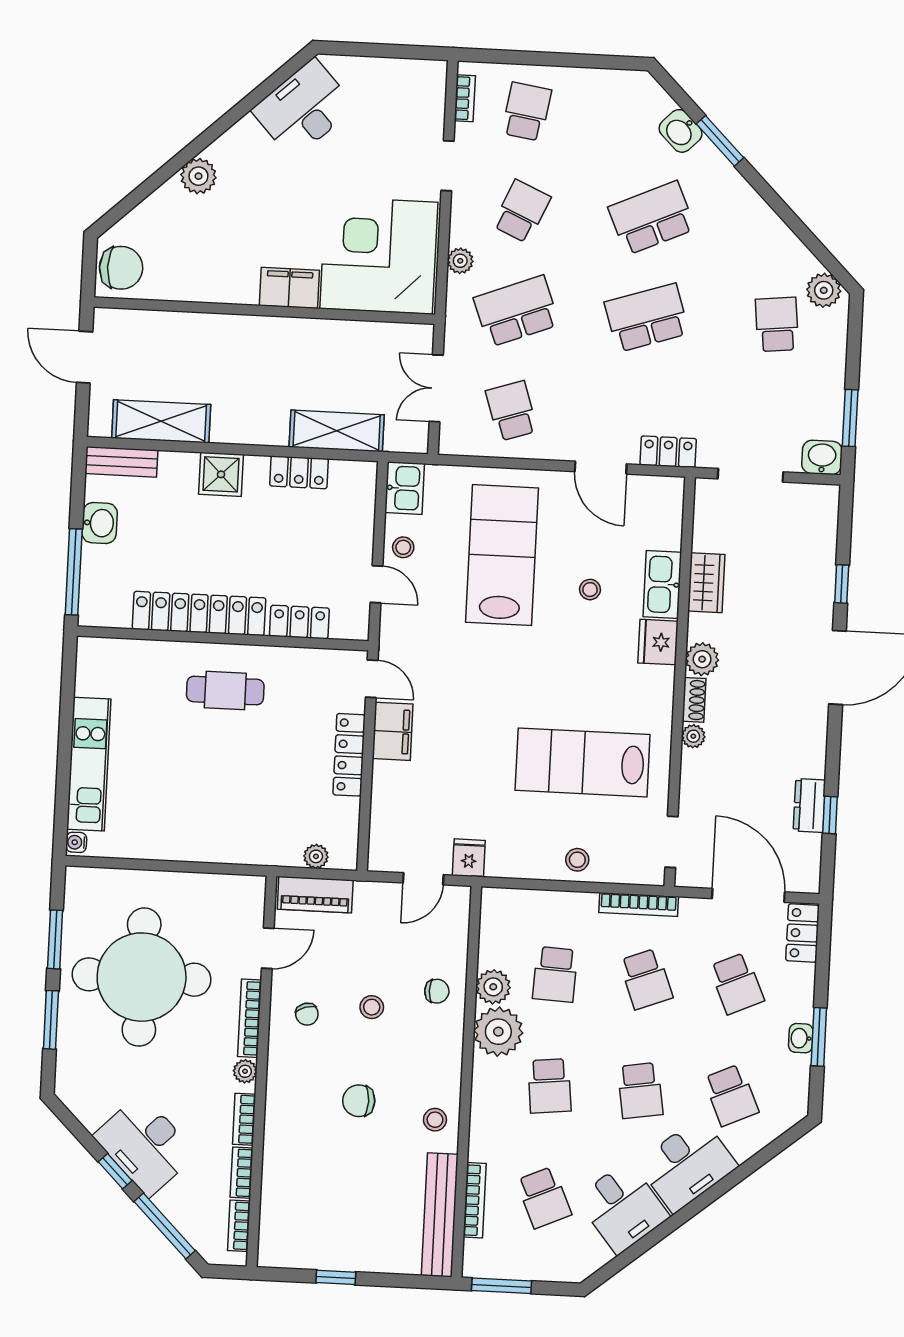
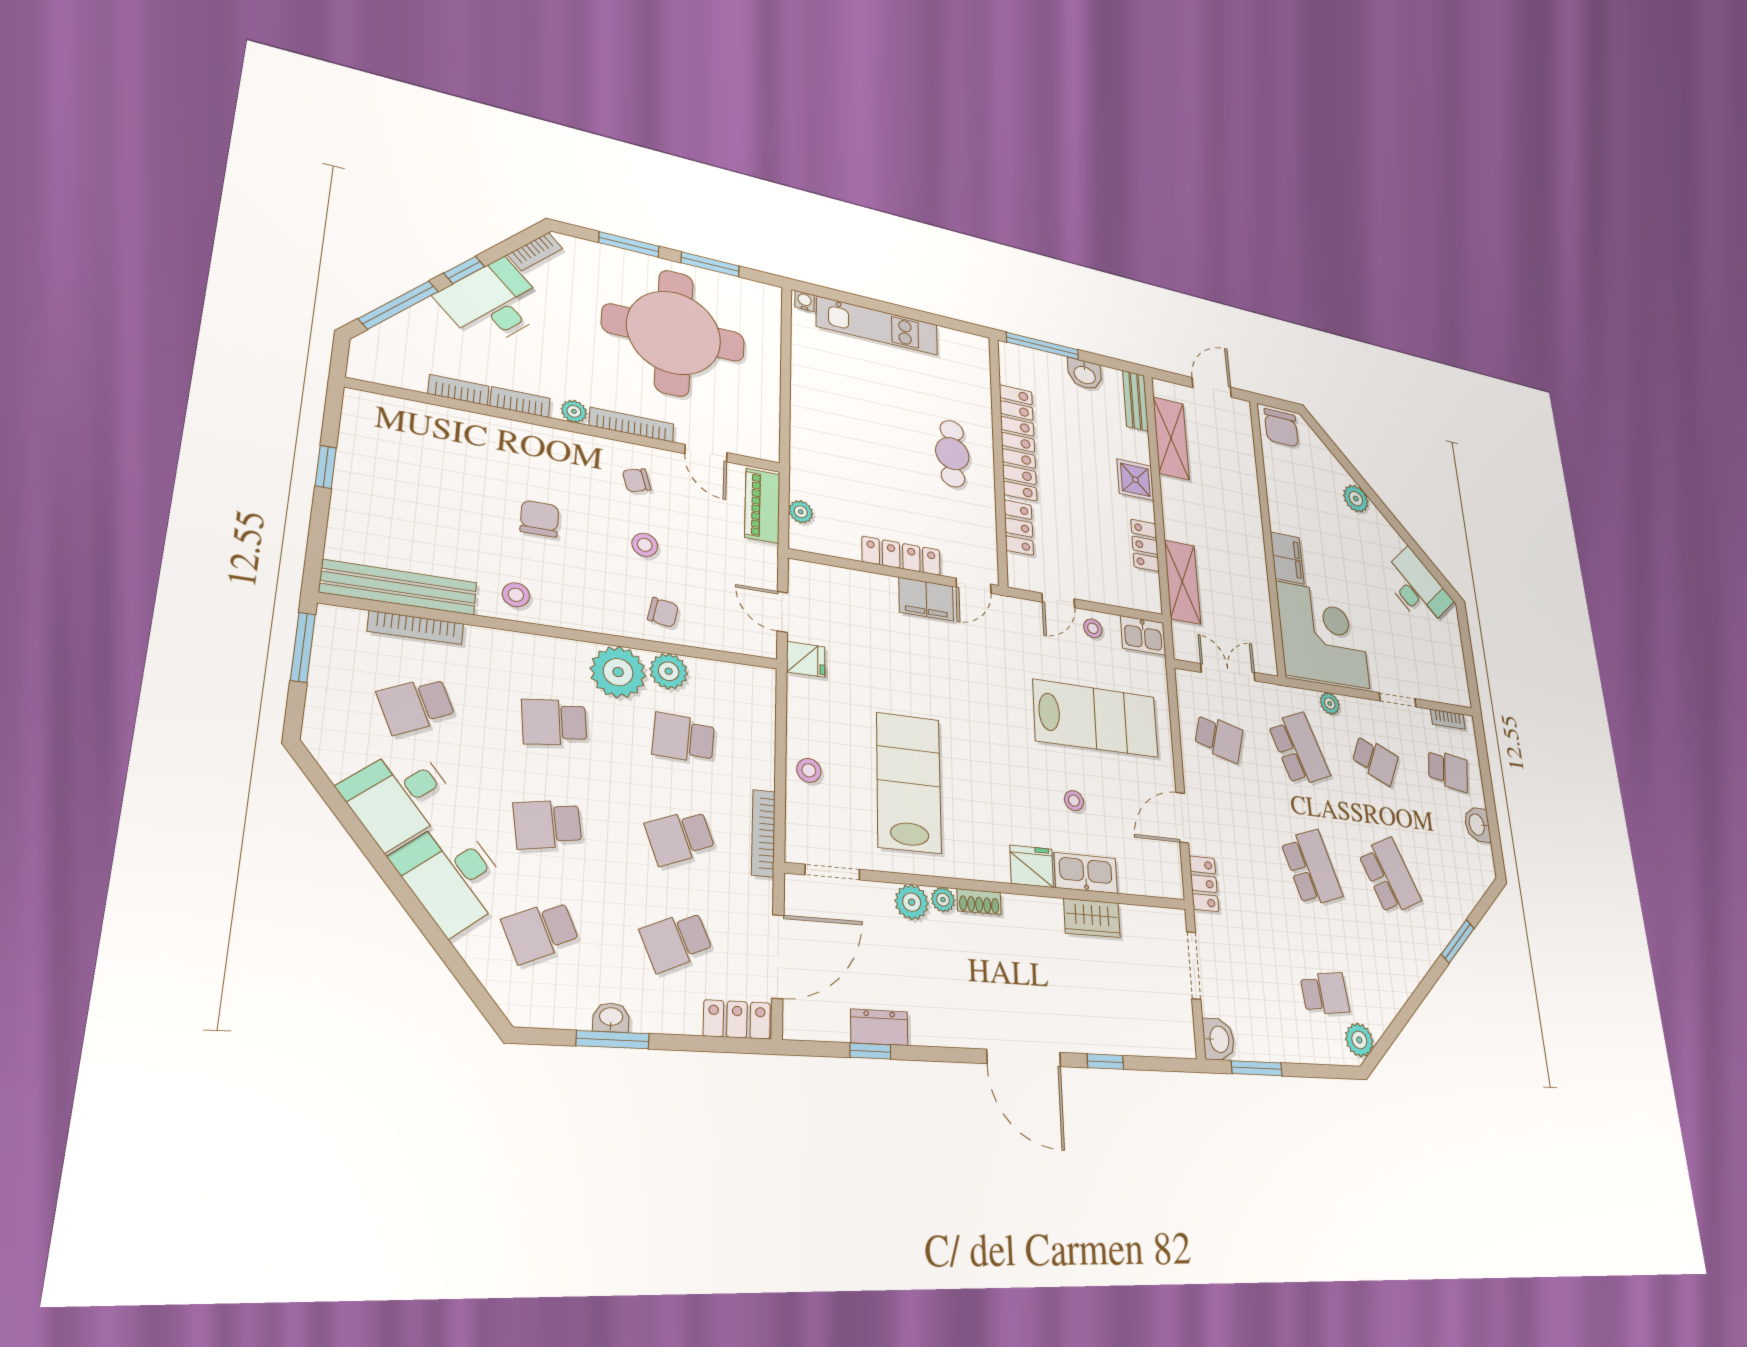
washbasin: (681, 131) -> (1477, 825), moved, turned -45
school desk: (511, 411) -> (1219, 738), turned 33
plant: (702, 659) -> (912, 902), moved
chair: (437, 991) -> (663, 612), turned -80
bookcase: (239, 1226) -> (535, 252), moved, turned 135

